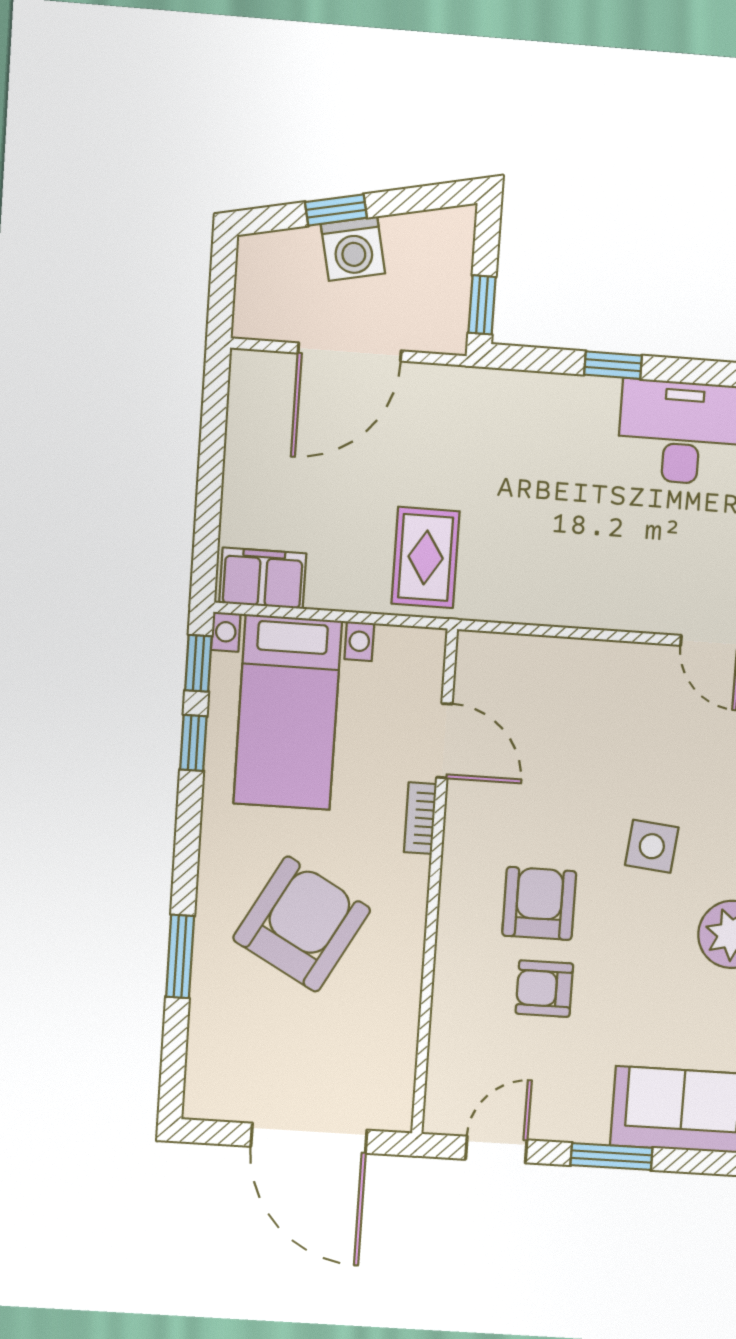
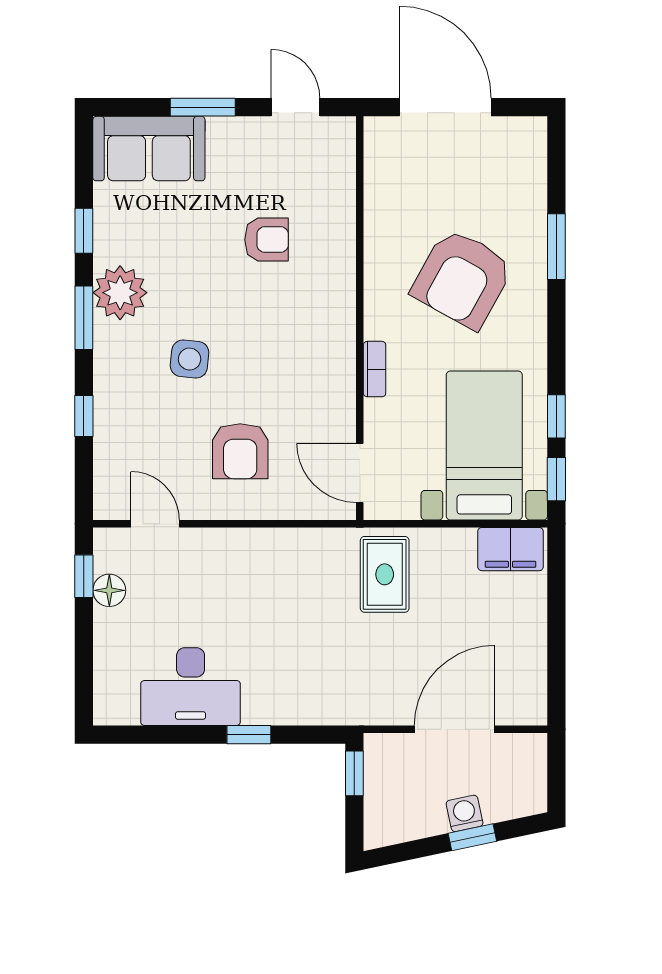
washing machine: (353, 249) -> (465, 813), width x0.73, depth x0.73
door: (444, 741) -> (360, 473), moved
armchair: (539, 903) -> (240, 451), moved
door: (496, 1150) -> (295, 107), swing flipped

